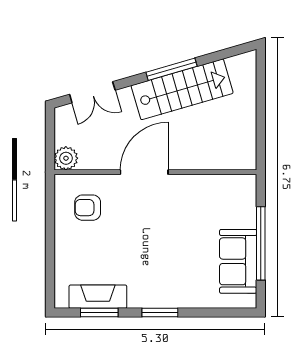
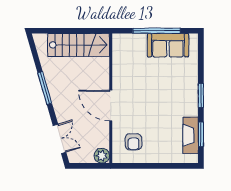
stairs: (182, 89) -> (79, 45), moved, turned 106

